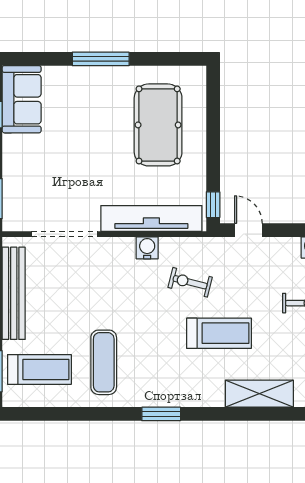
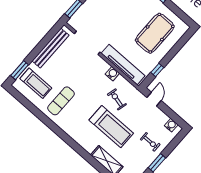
window: (213, 205) -> (157, 70), moved
treadmill: (219, 333) -> (111, 127), width x1.37, depth x1.38
window: (161, 414) -> (65, 137), removed

